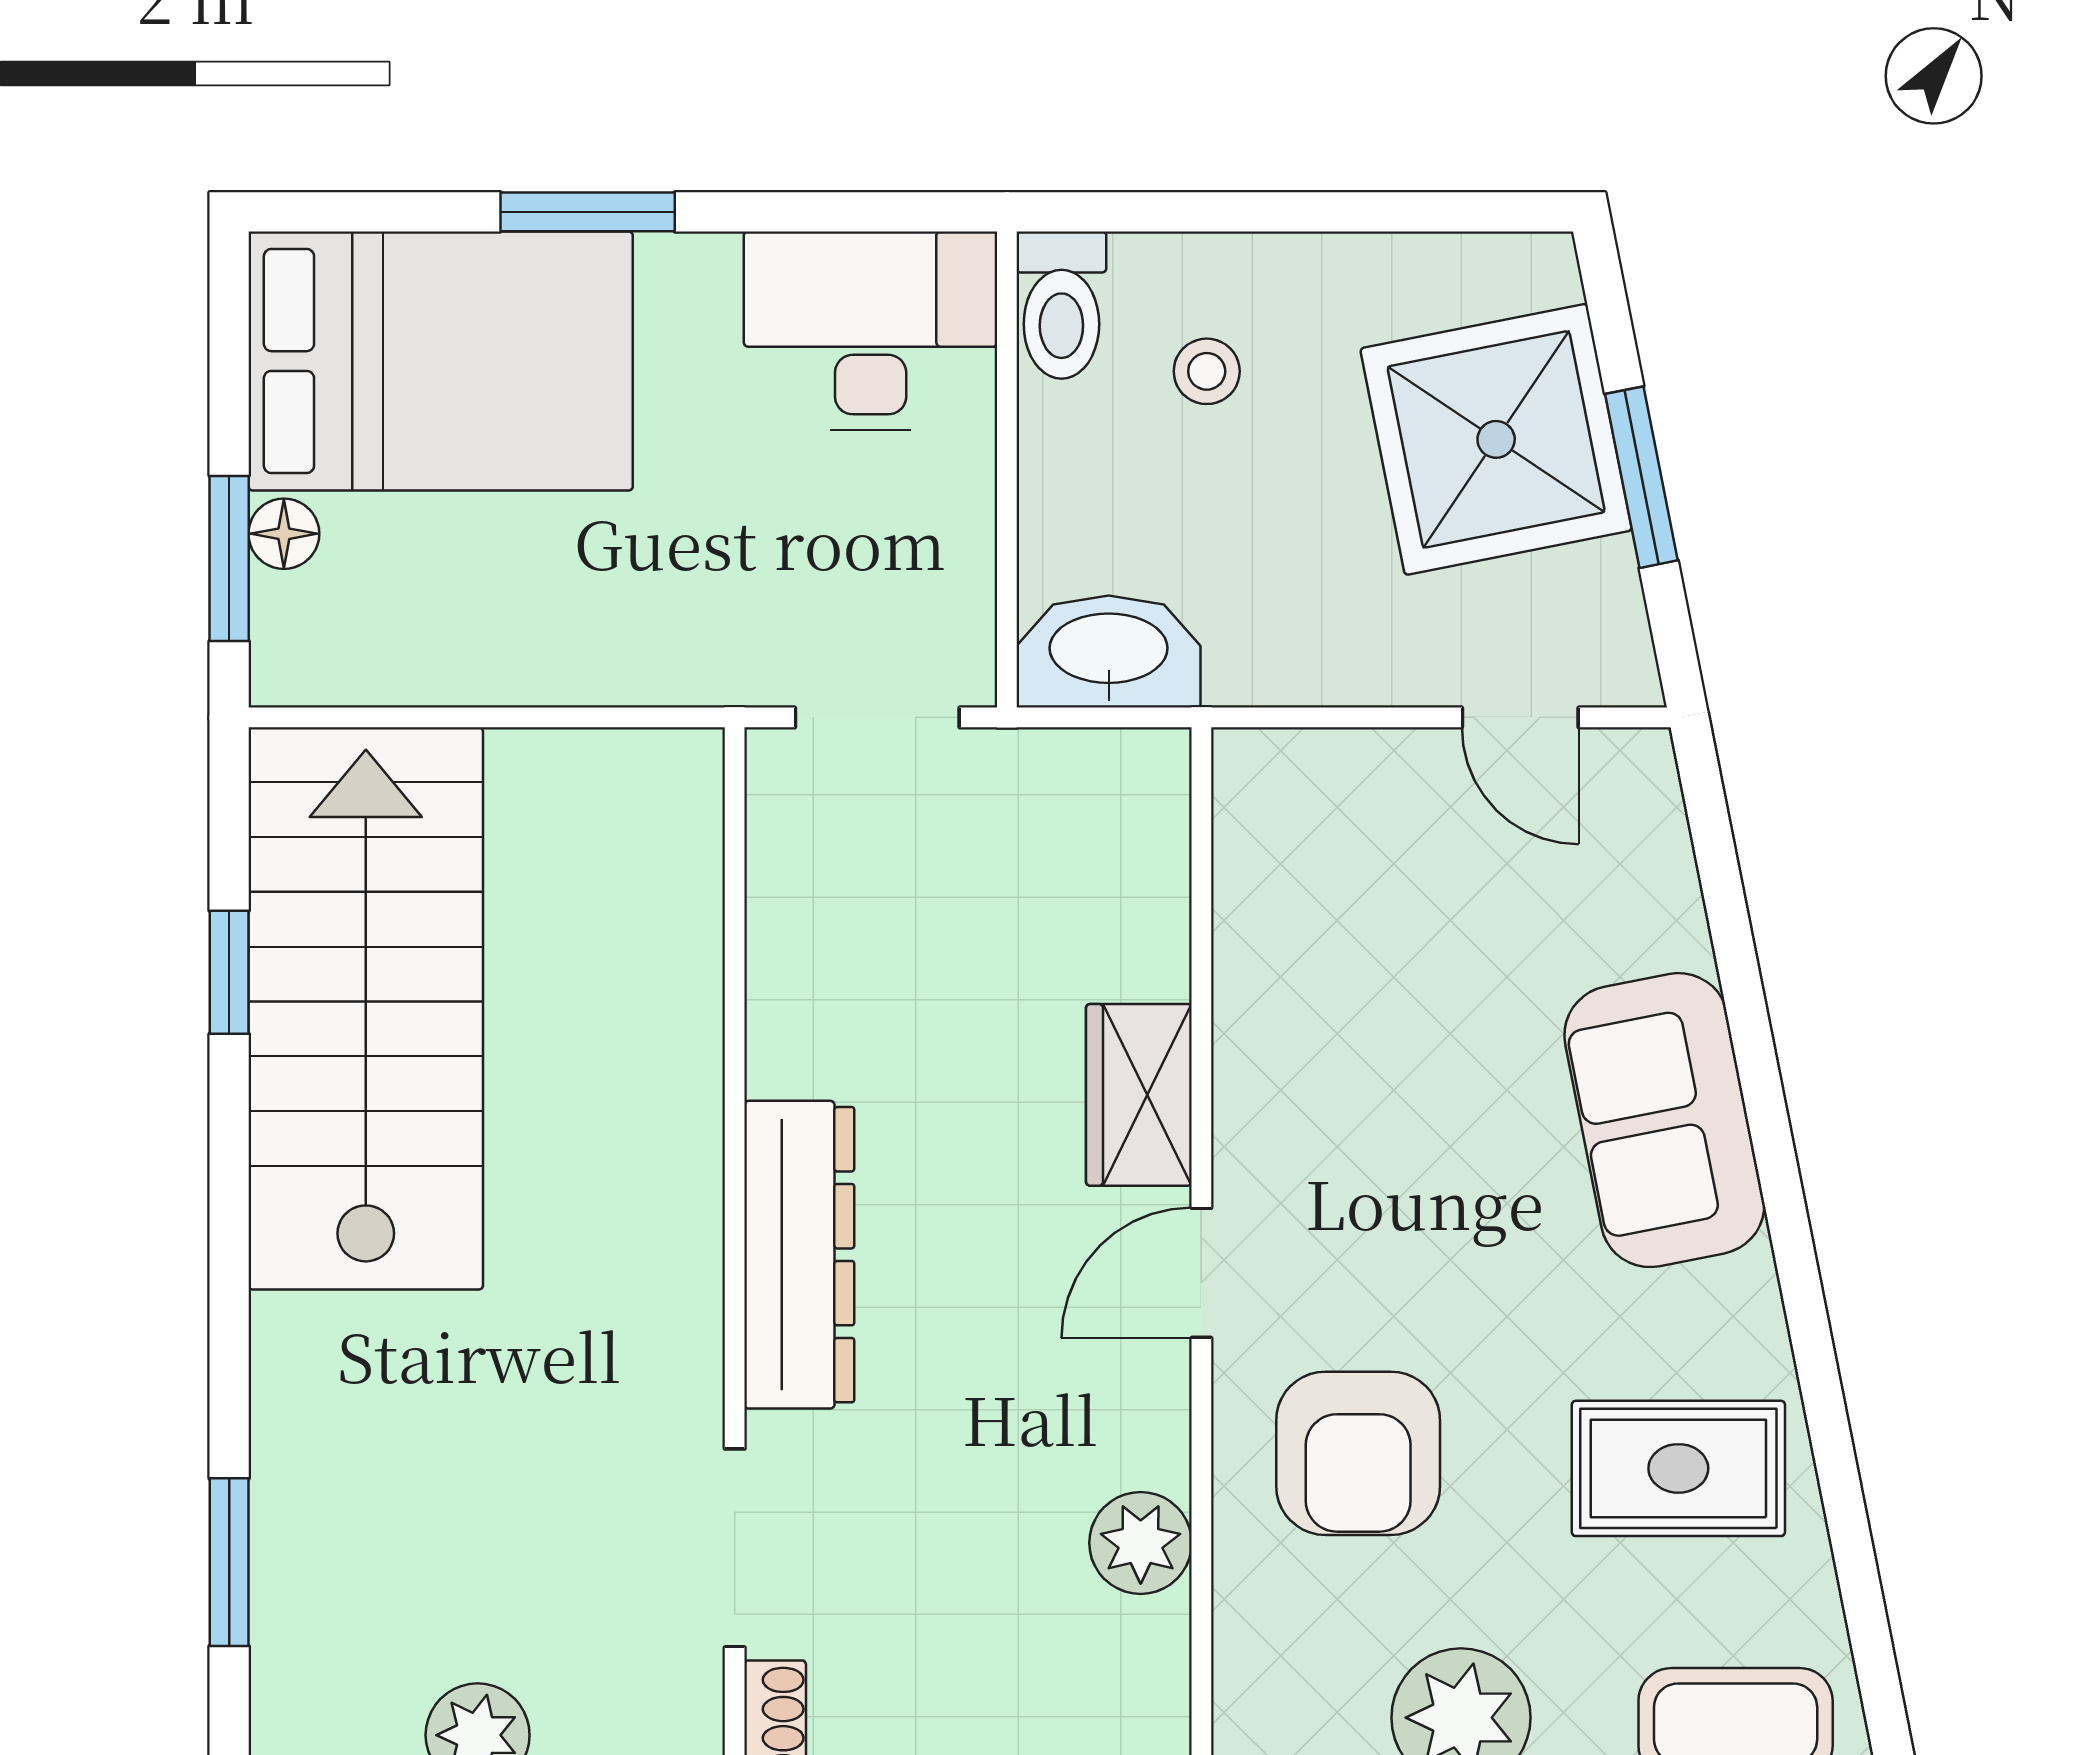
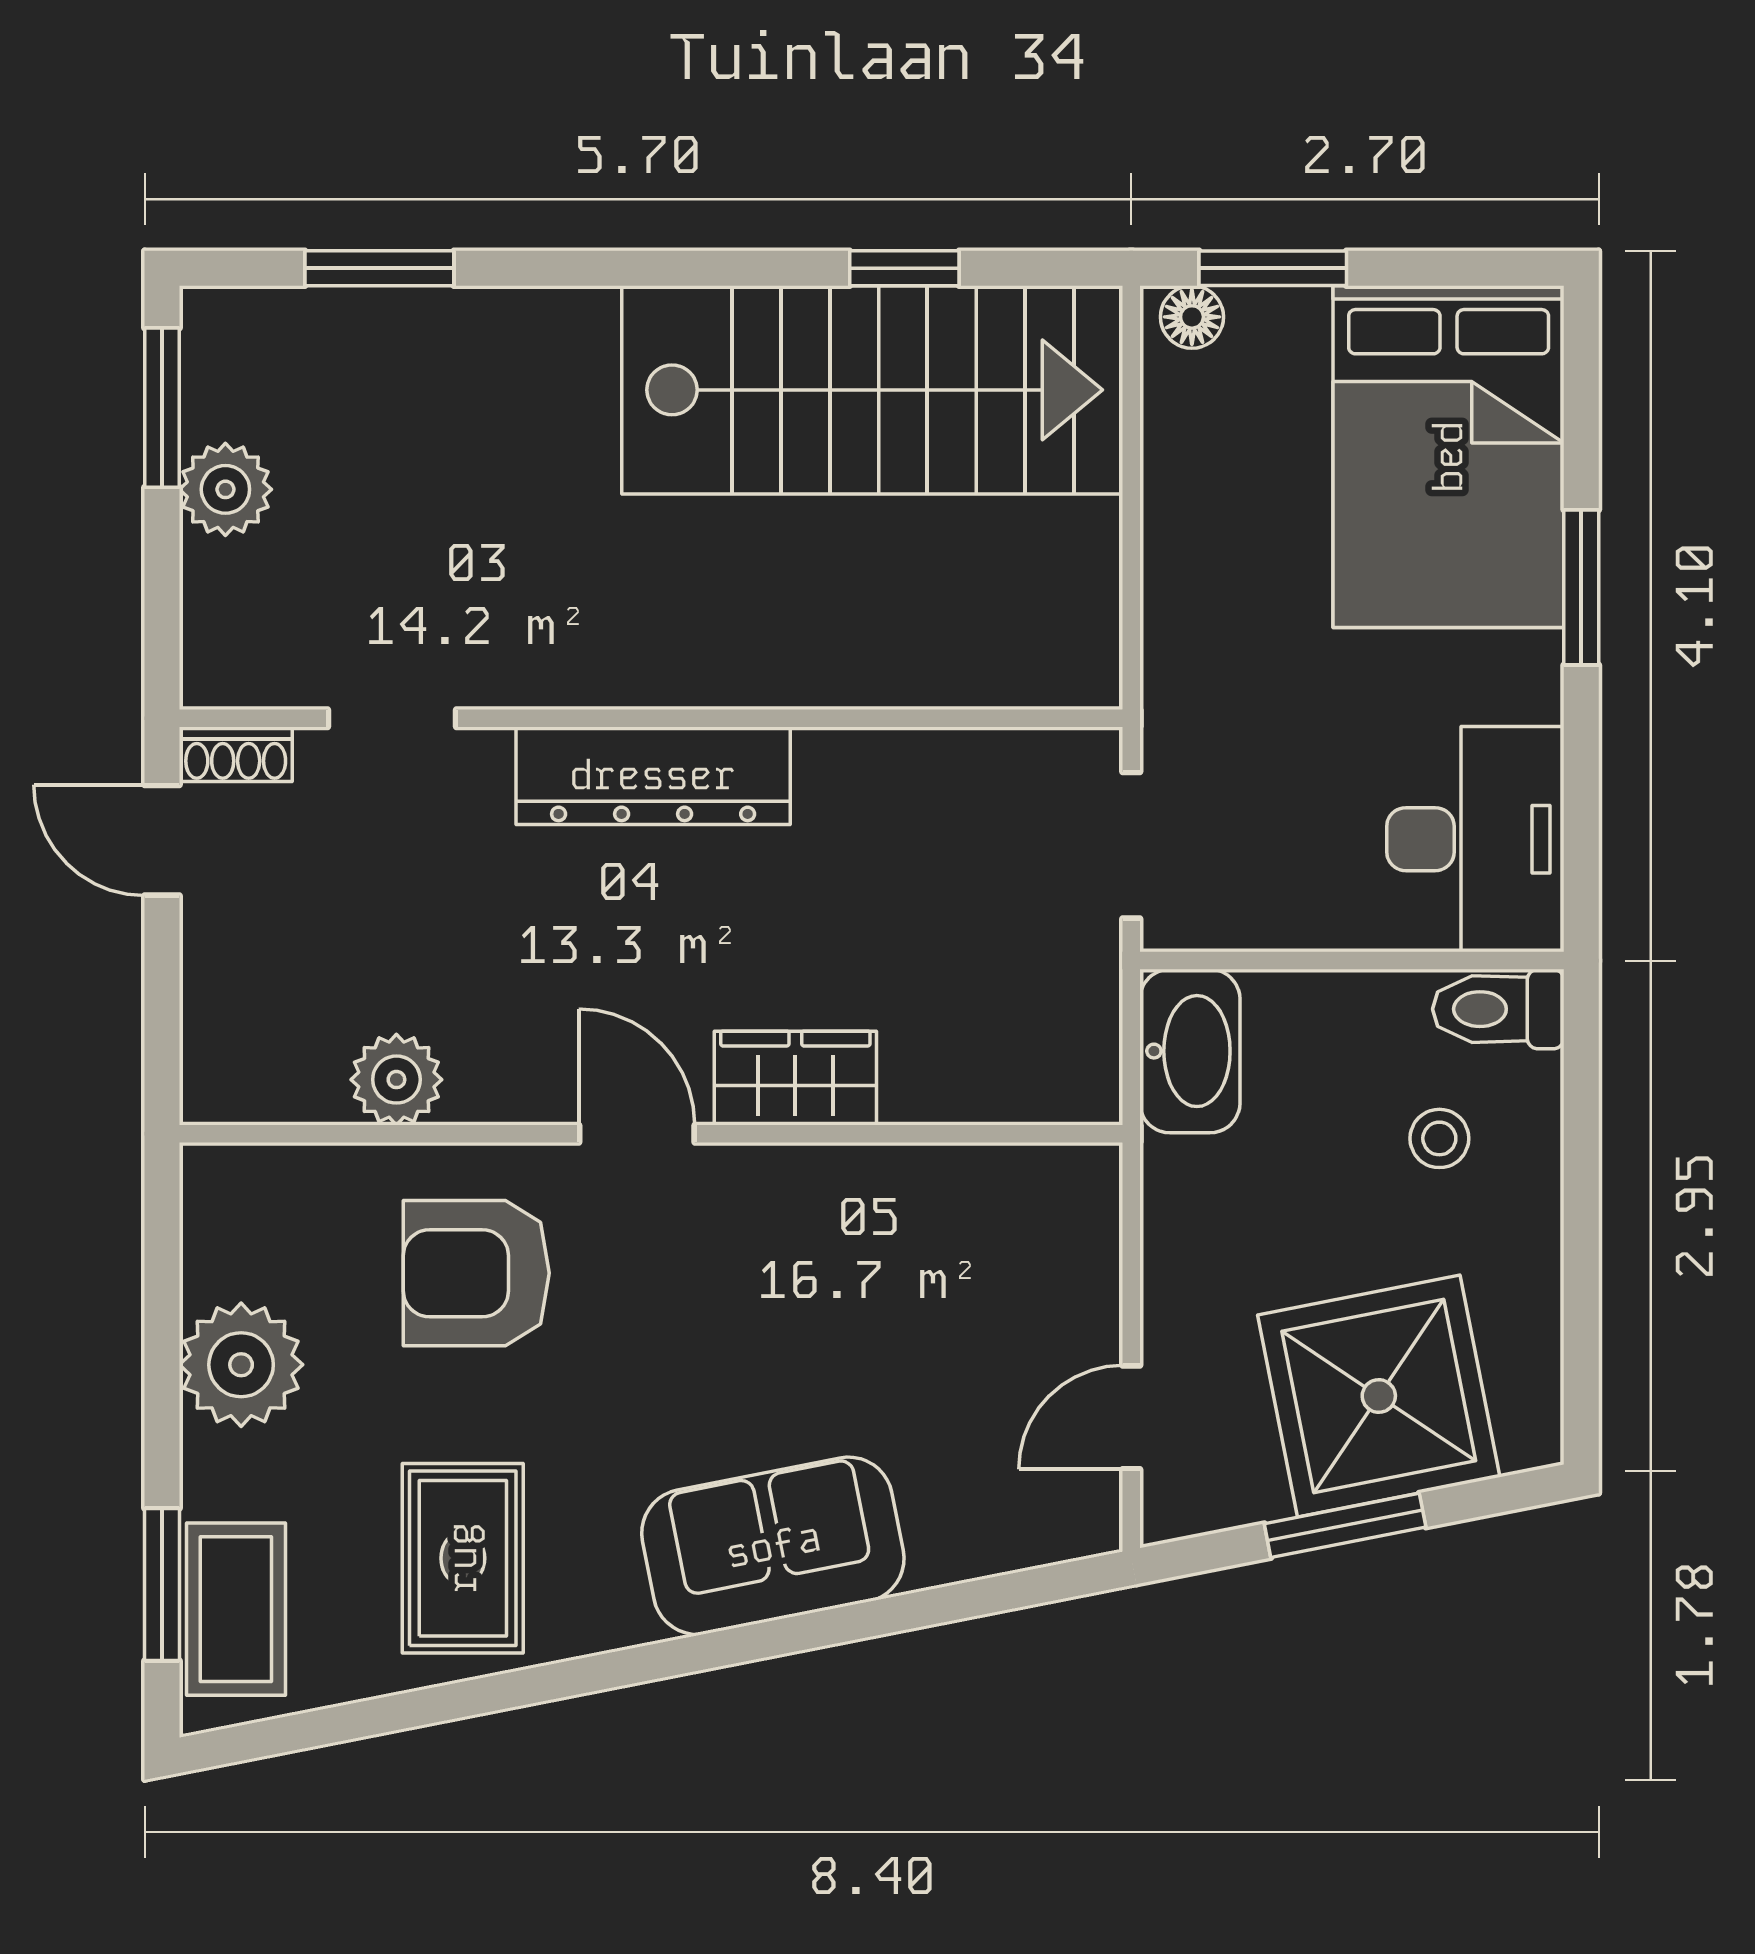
floor lamp: (284, 534) -> (1192, 317), moved
doorway: (735, 1548) -> (392, 718), width x0.73

